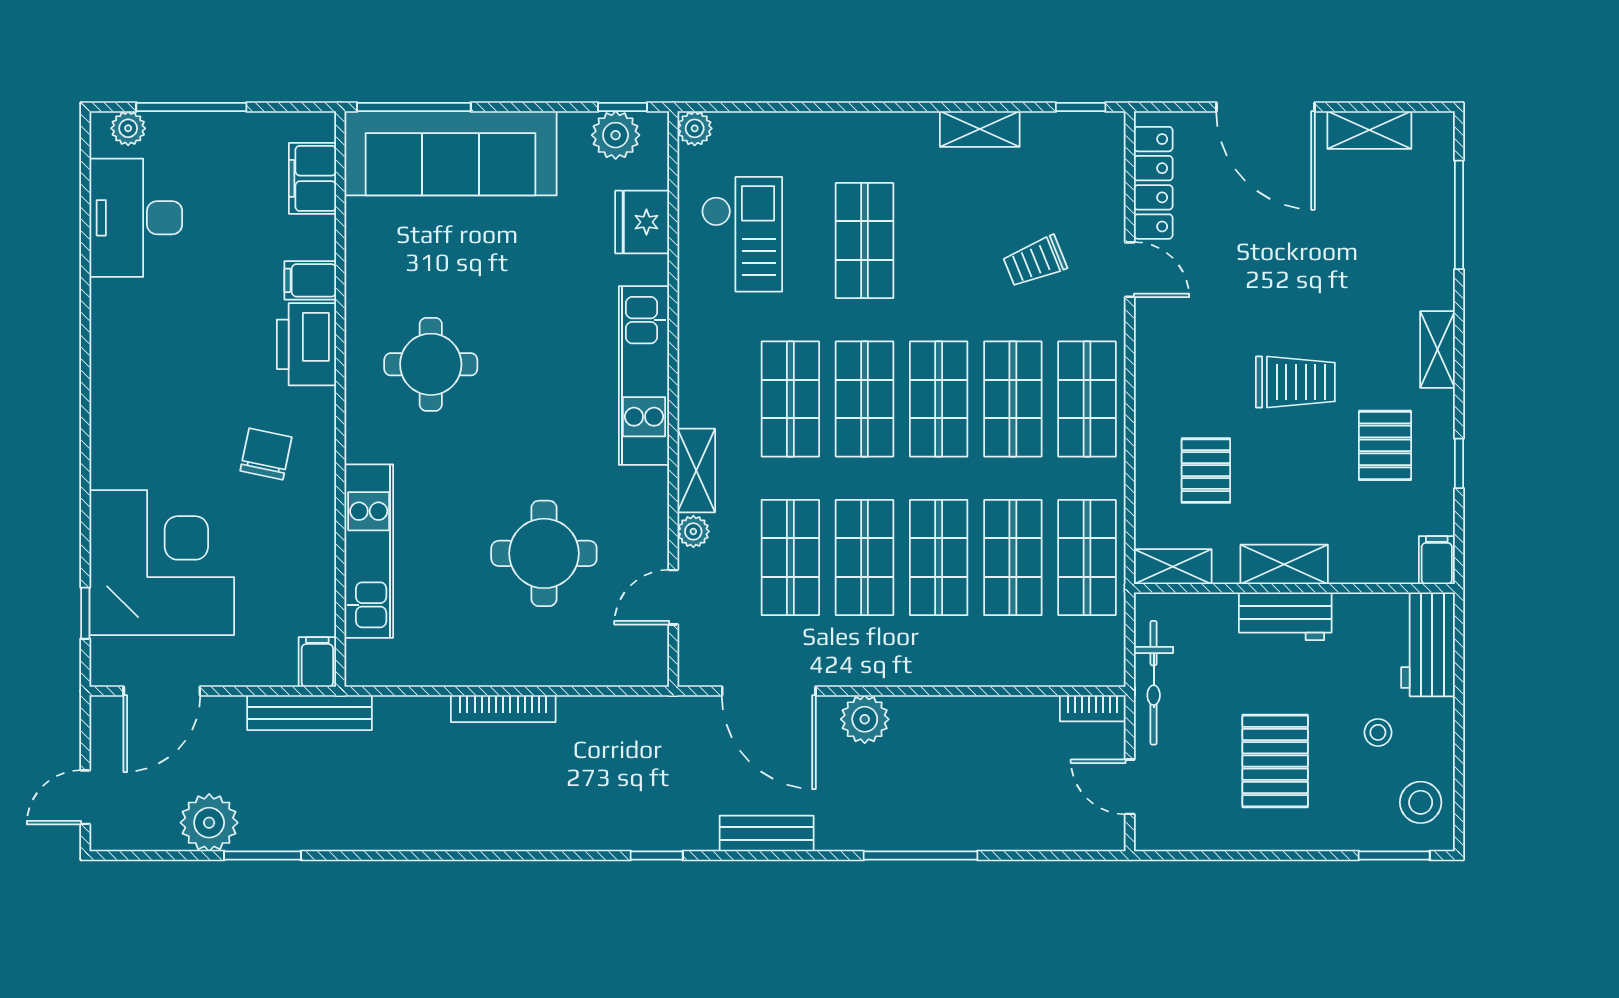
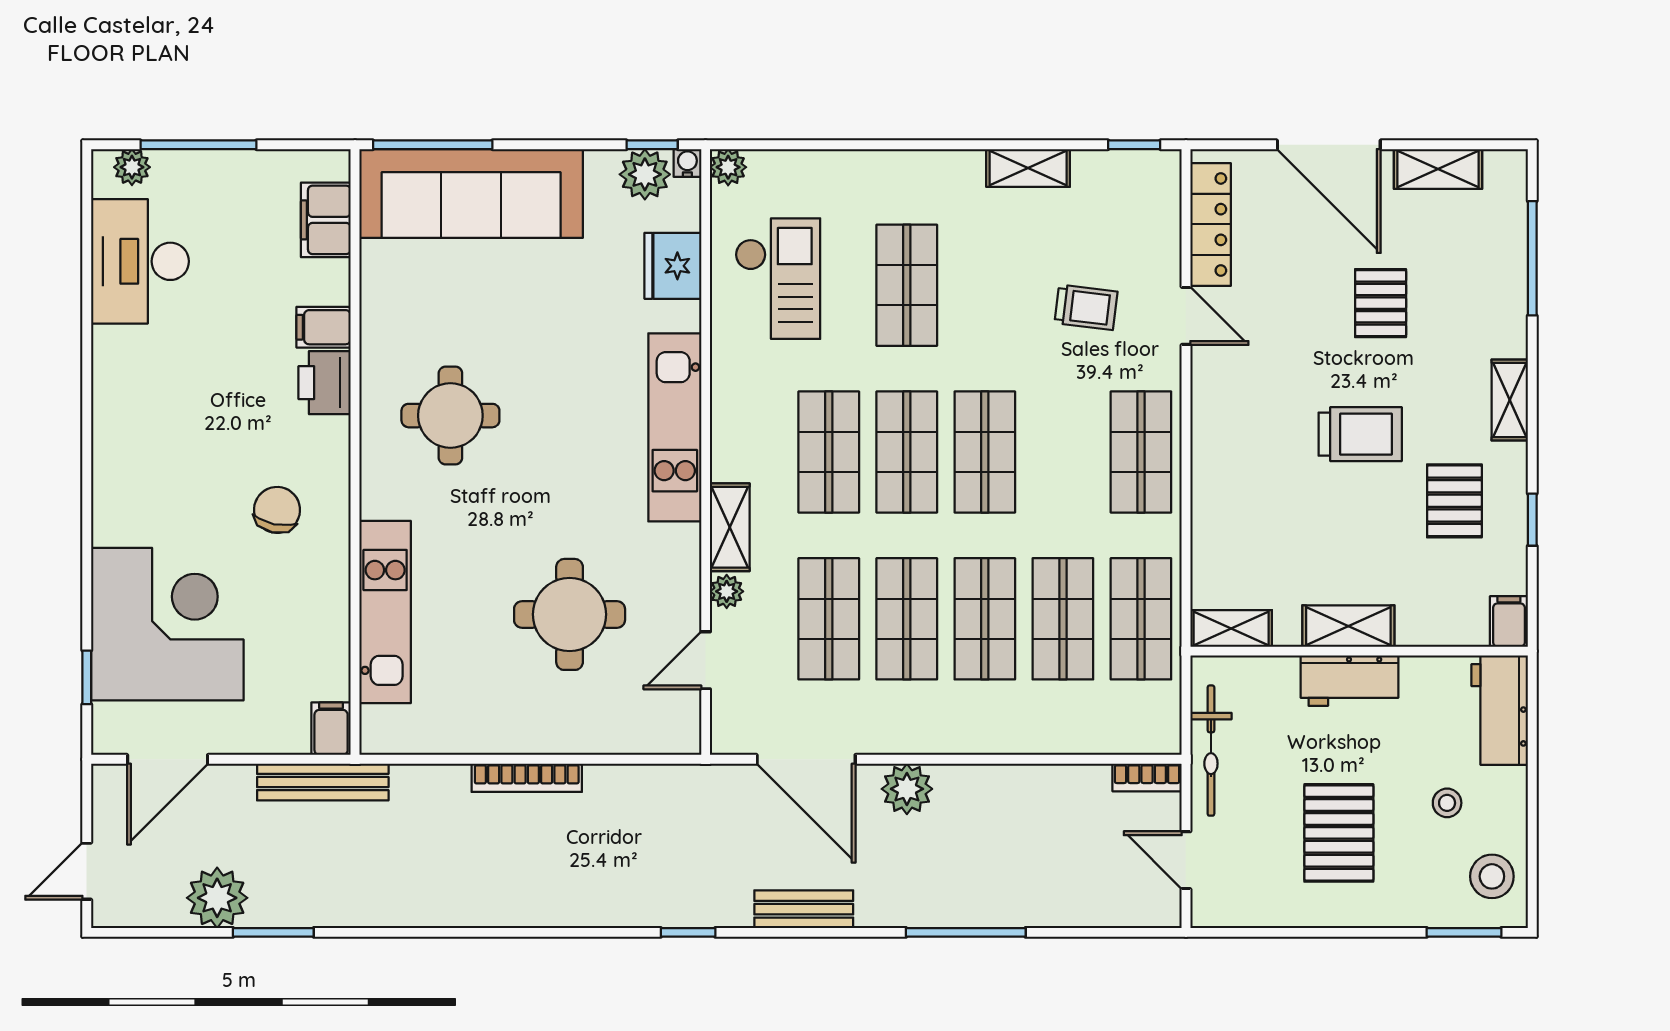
water cooler: (656, 124) -> (687, 163), added
trolley: (1035, 261) -> (1086, 307), turned -151
printer: (306, 344) -> (325, 383), width x0.73, depth x0.84
shop shelf: (1013, 399) -> (1063, 452), removed
pallet: (1206, 471) -> (1381, 303), moved

